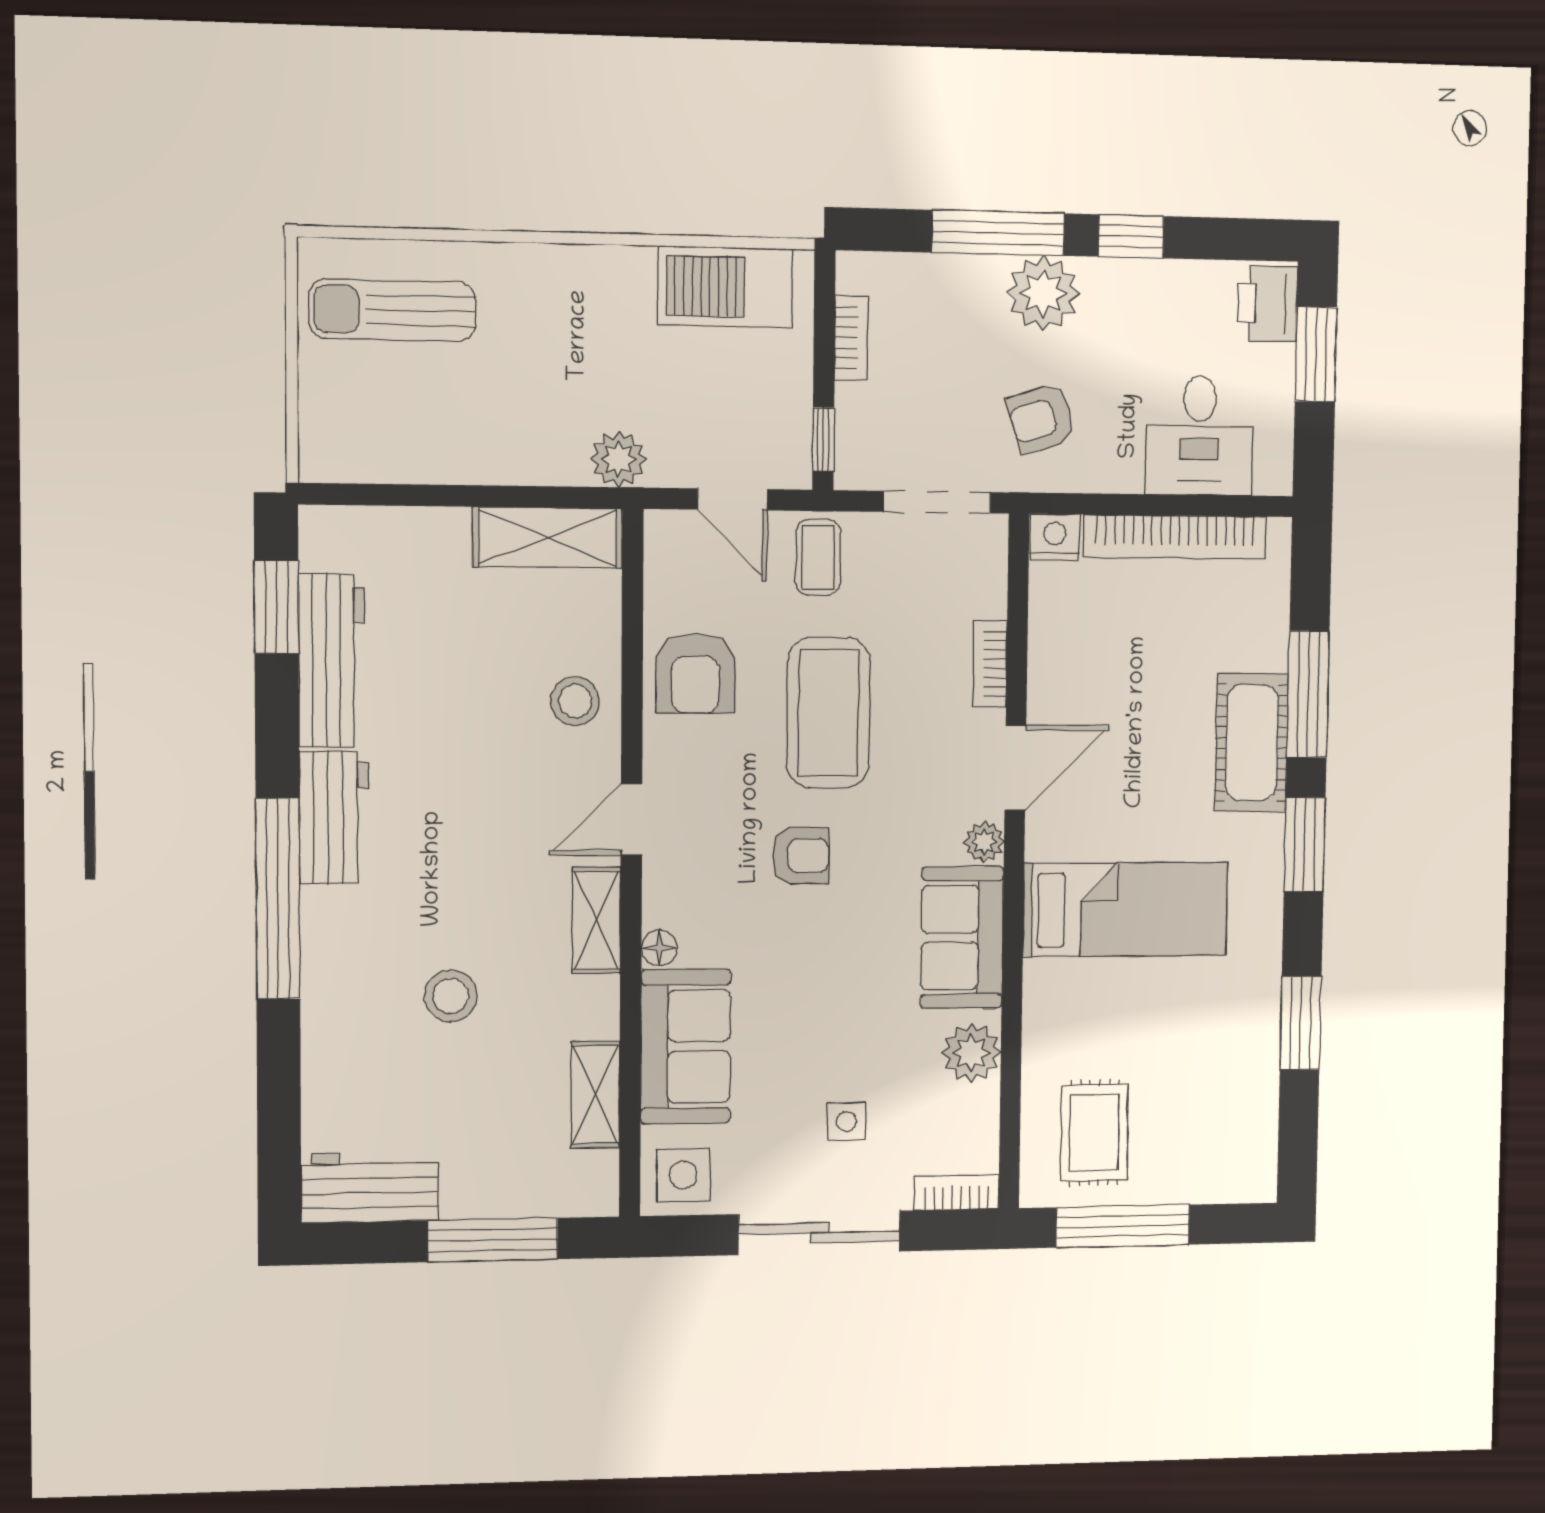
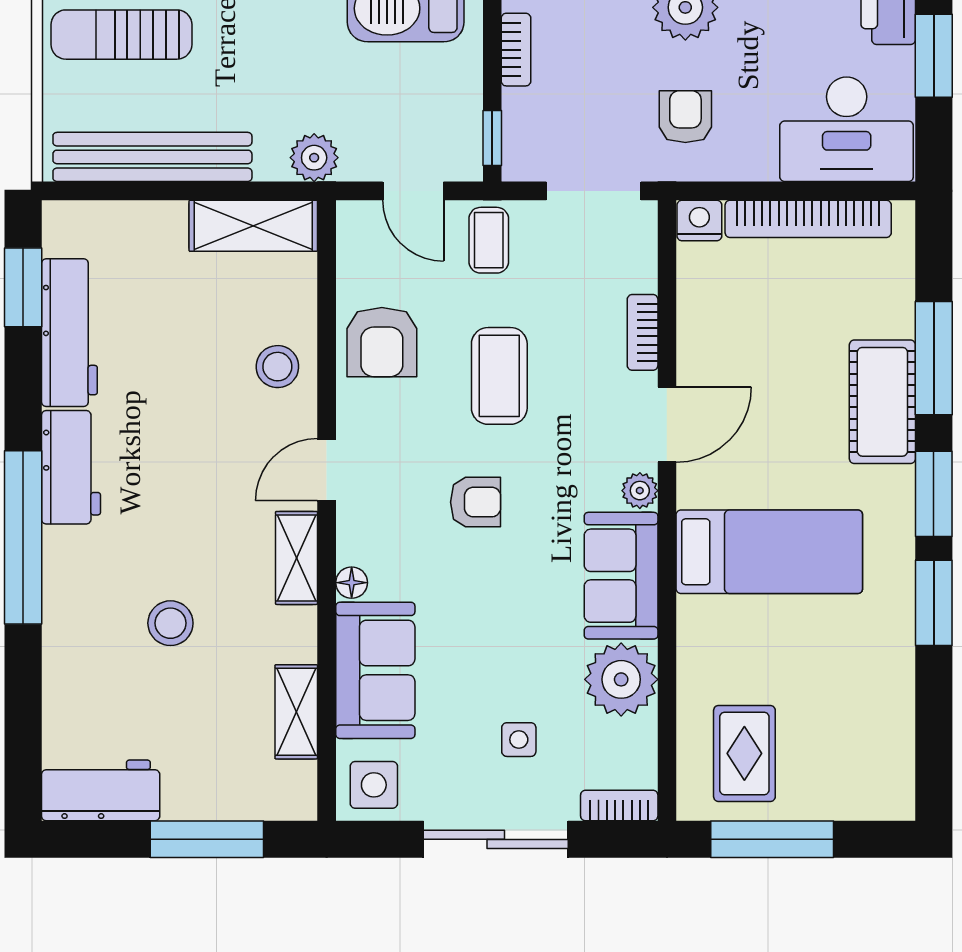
armchair: (1041, 419) -> (685, 117), turned 108
desk: (1199, 436) -> (847, 129), width x1.37
bench: (429, 456) -> (152, 157), added
coffee table: (829, 713) -> (499, 376), width x0.73, depth x0.76
window: (1301, 1023) -> (934, 603), moved
plant: (971, 1053) -> (621, 679), width x1.36, depth x1.36

